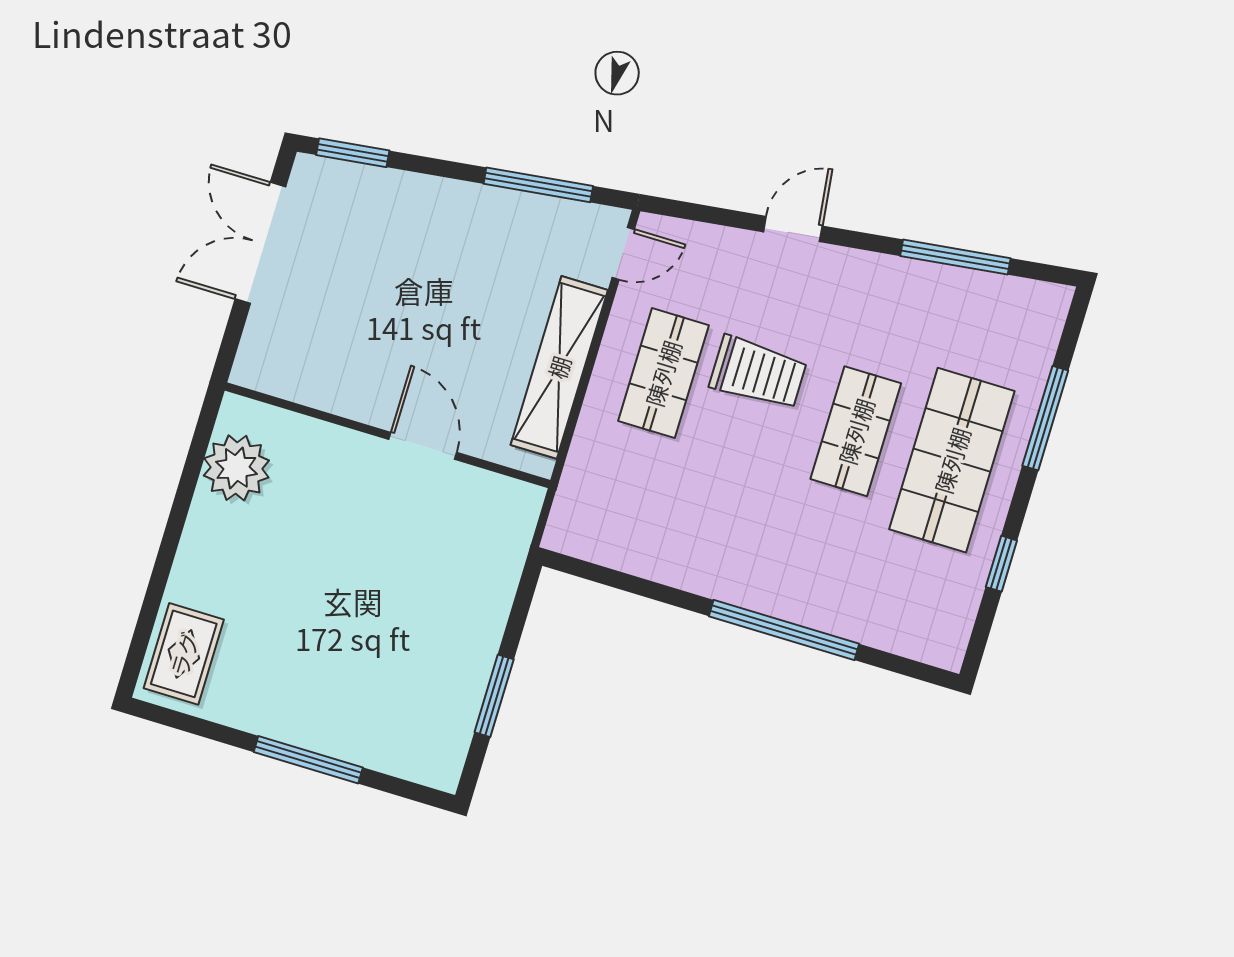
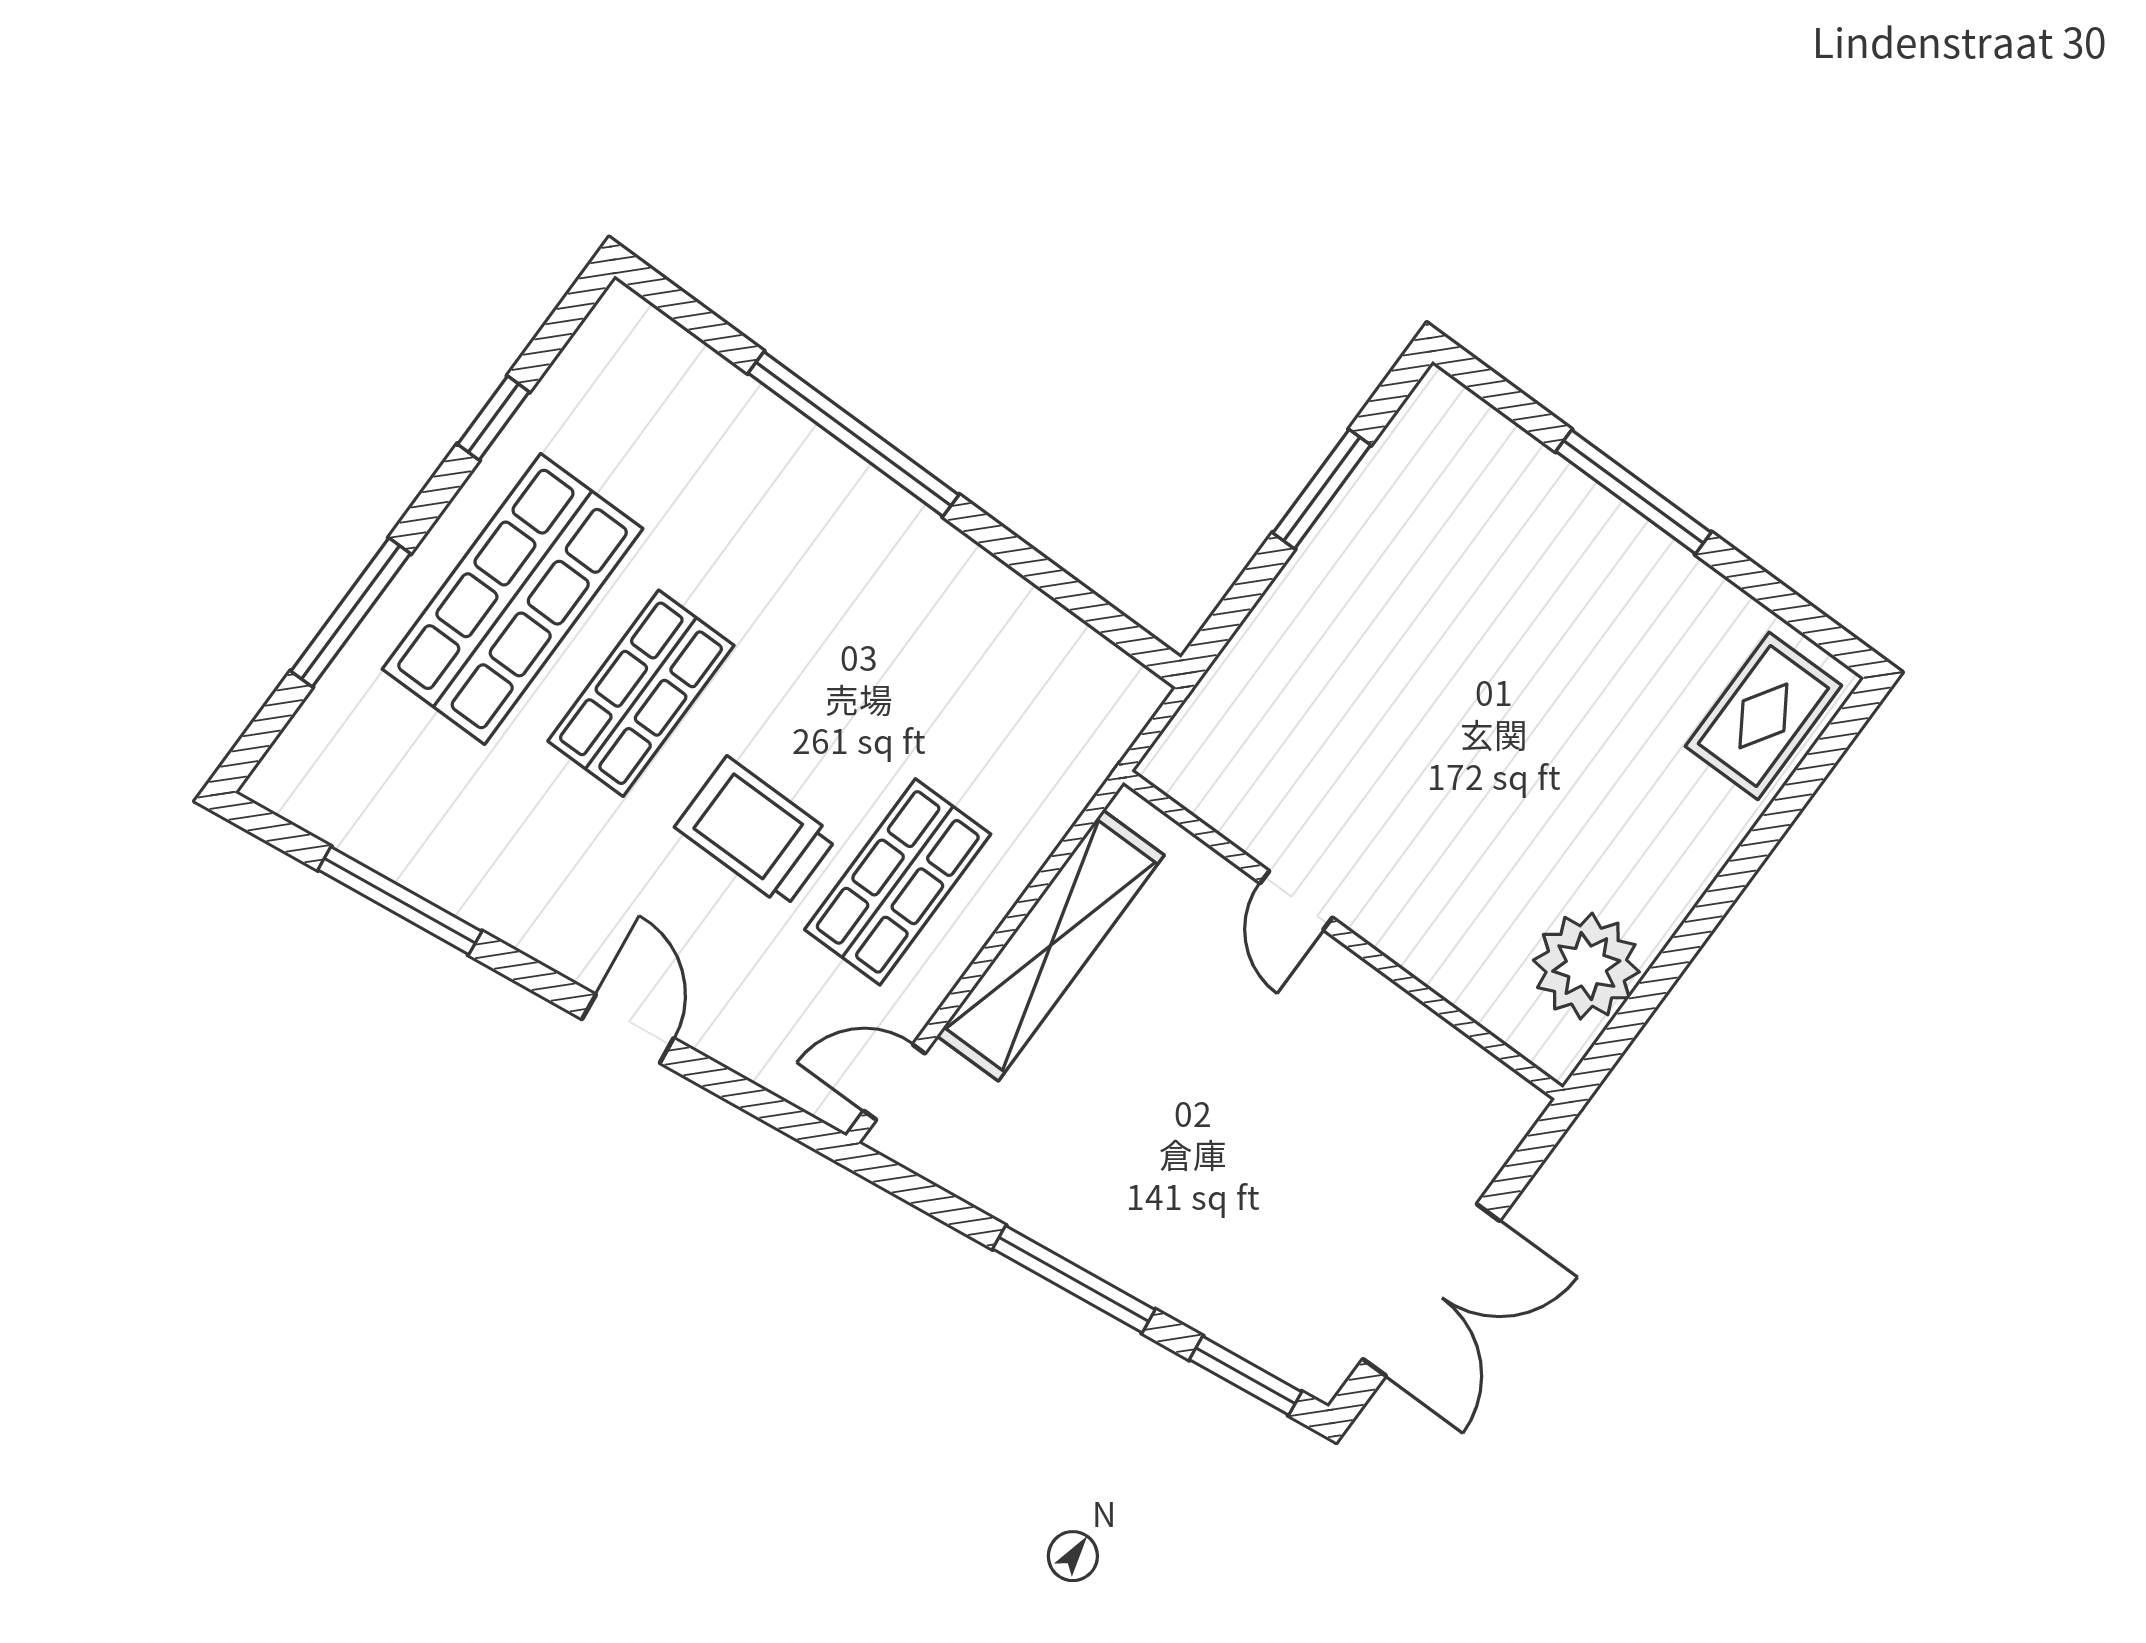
window: (538, 185) -> (1074, 1279), moved
door: (793, 229) -> (628, 1029), swing flipped
door: (423, 446) -> (1296, 900), width x0.73

